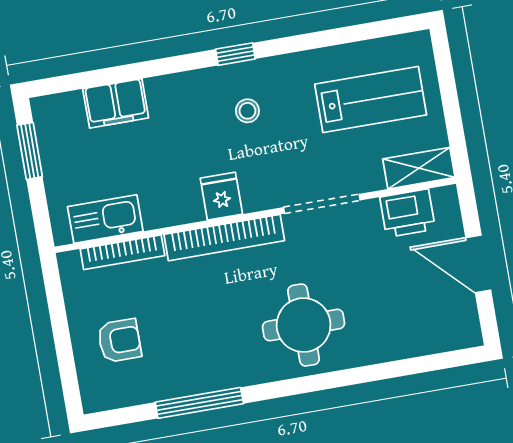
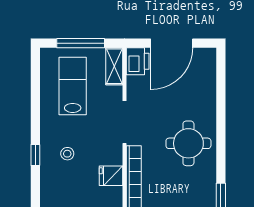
window: (450, 100) -> (81, 43), added
printer: (407, 213) -> (138, 61), moved
door: (478, 264) -> (172, 43), width x1.36

